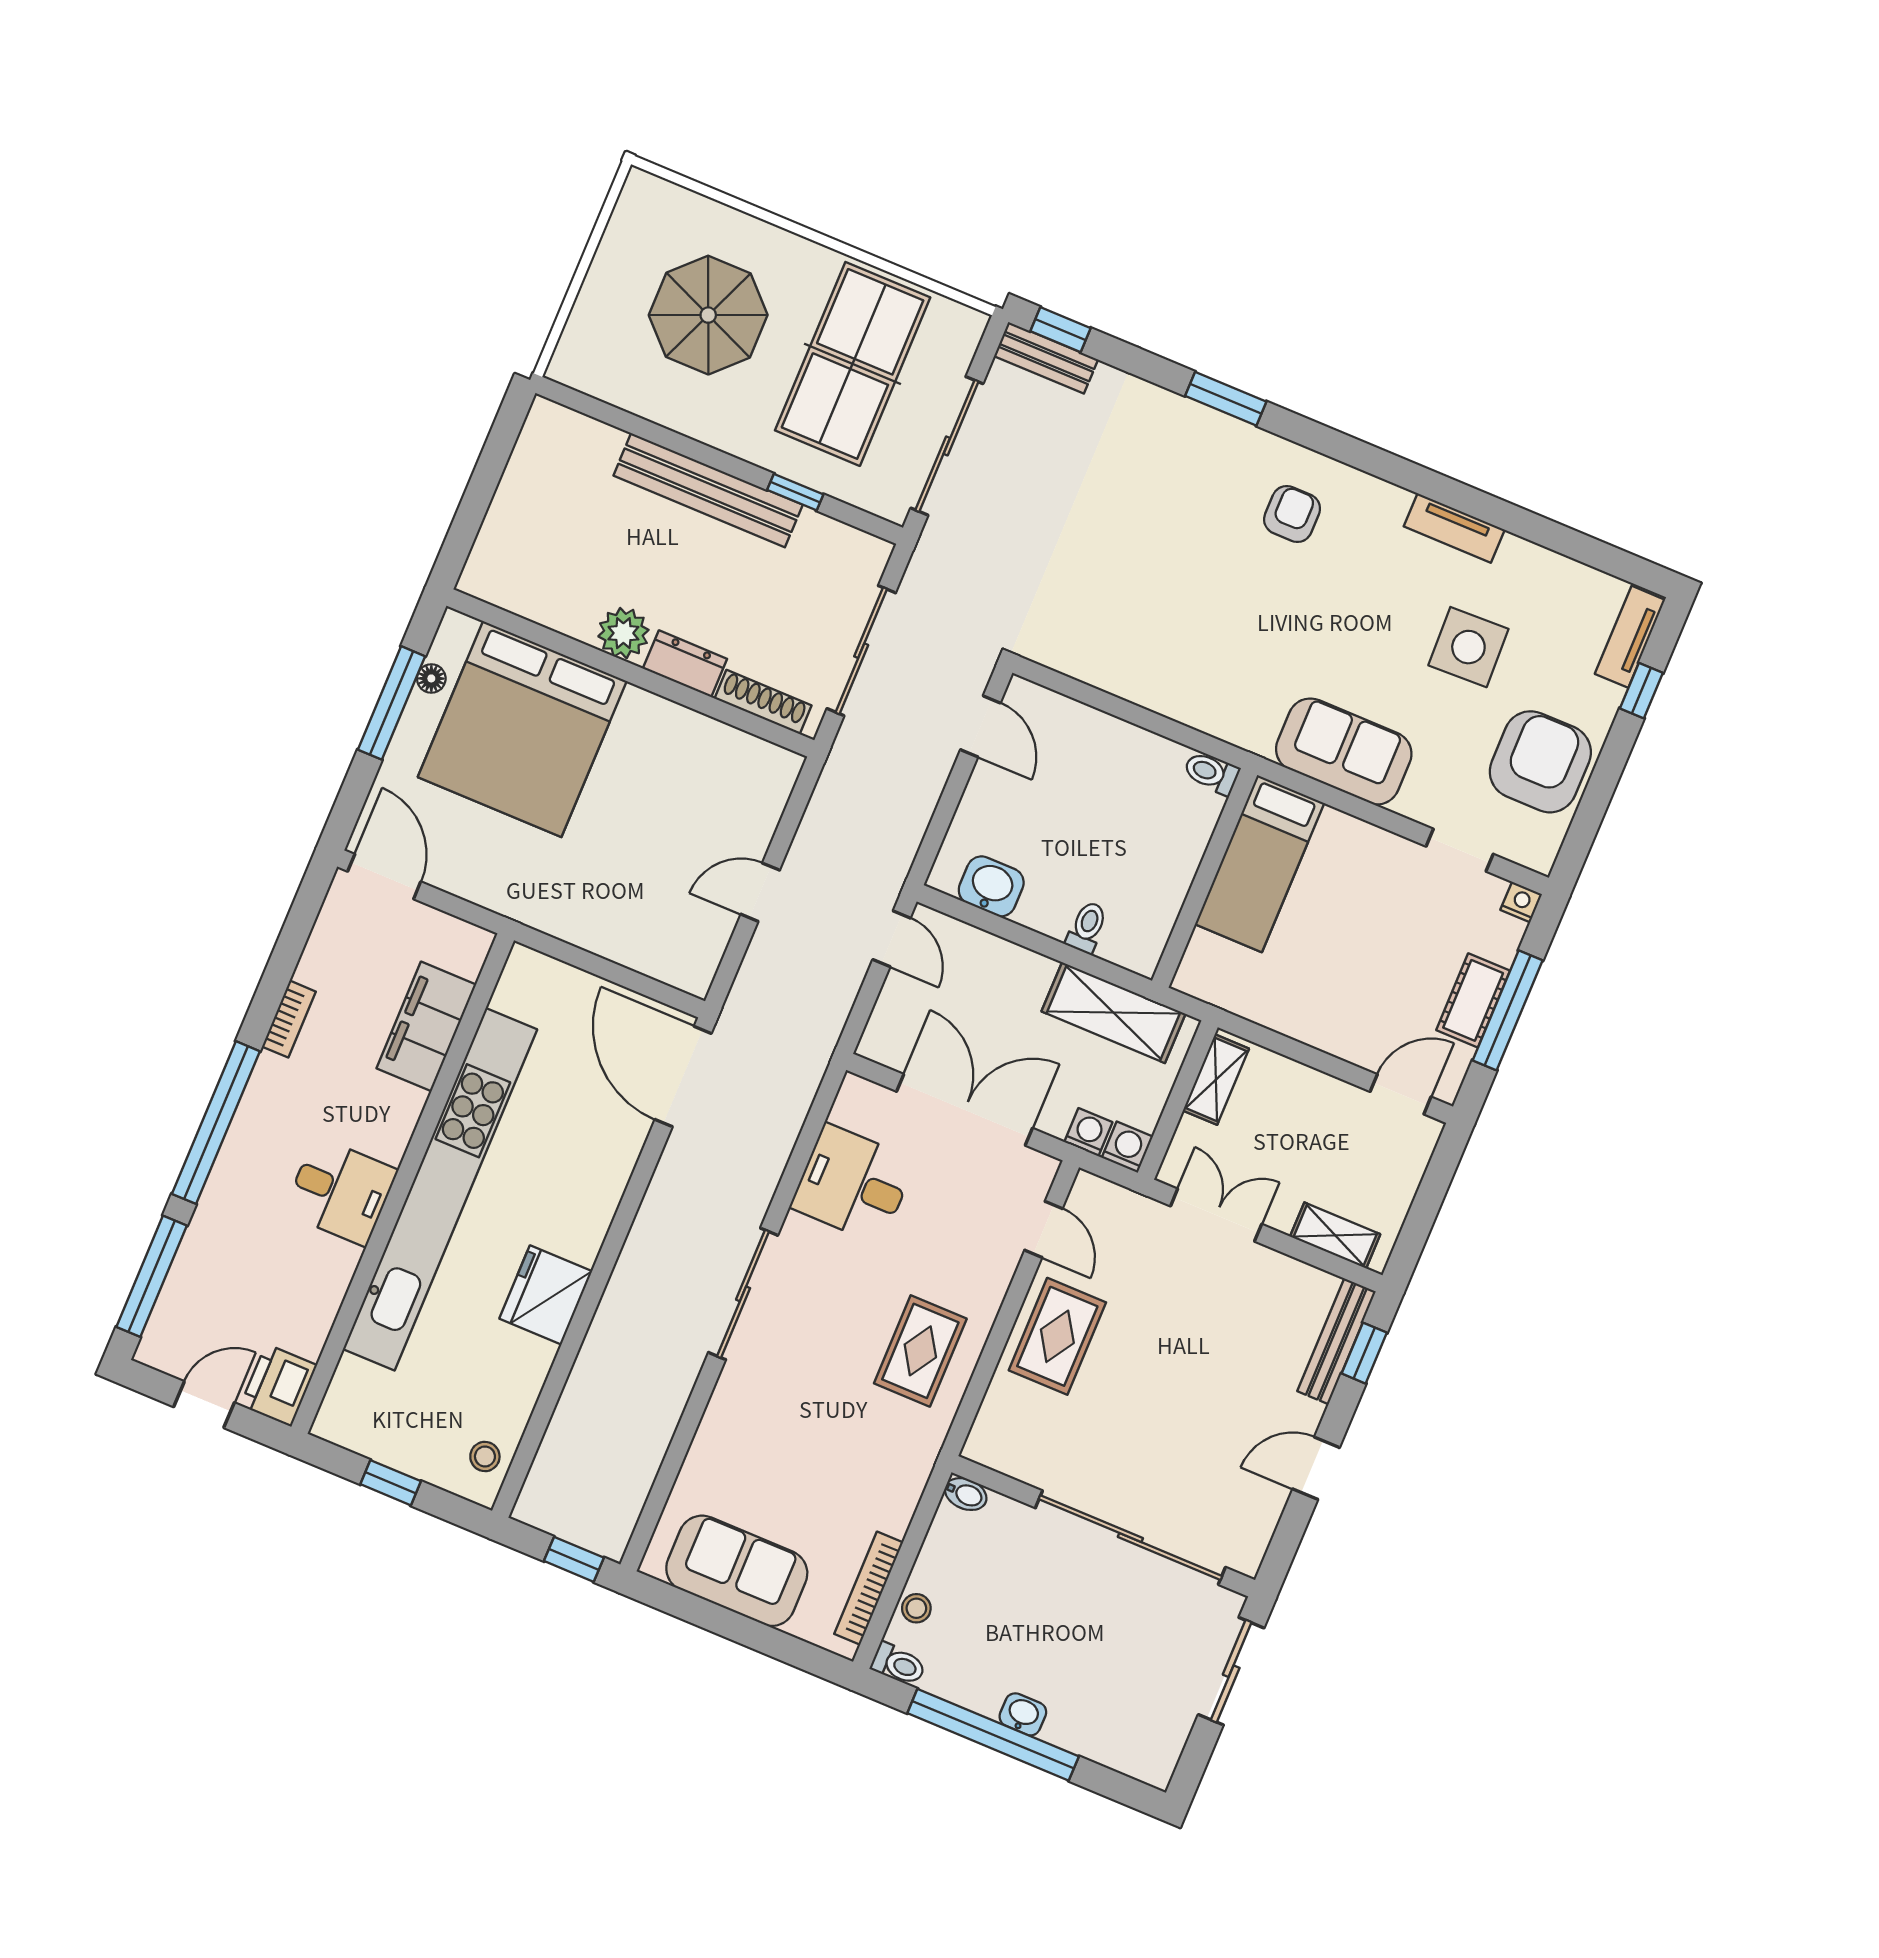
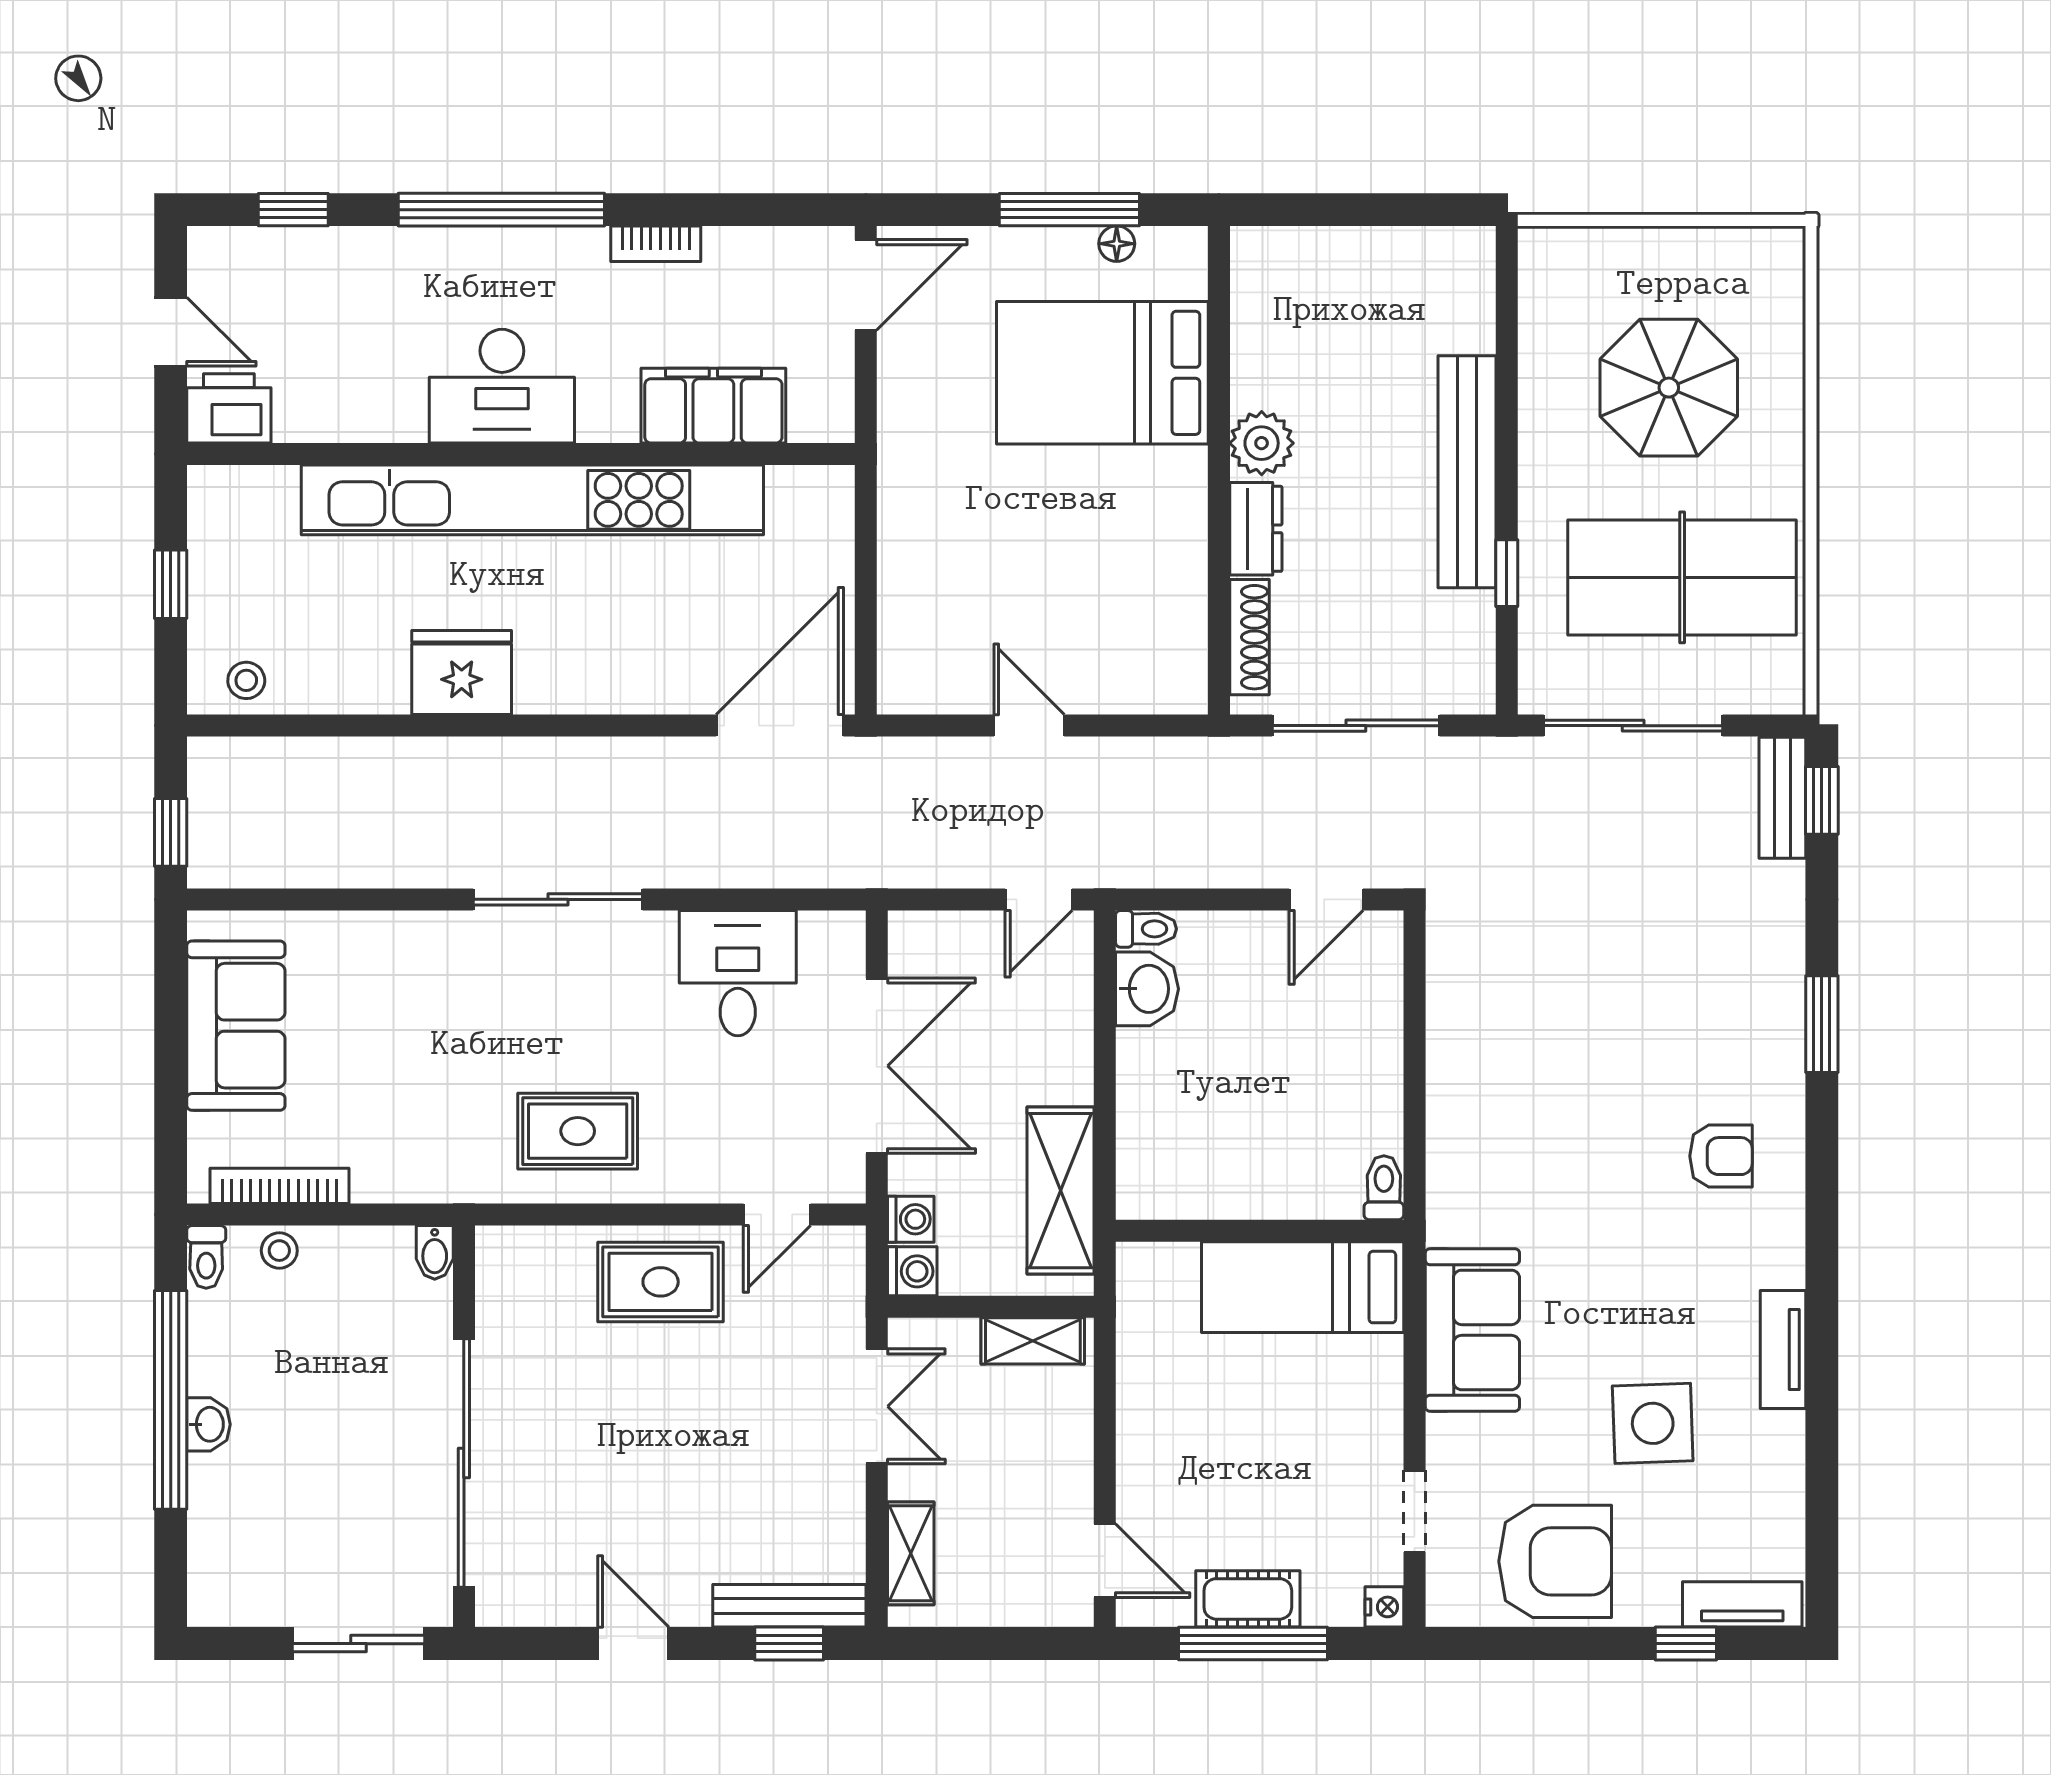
bed: (522, 729) -> (1102, 373), width x0.73
toilet: (1087, 927) -> (1146, 929), moved
desk: (341, 1191) -> (502, 386), width x1.37
window: (152, 1276) -> (293, 210), width x0.46

